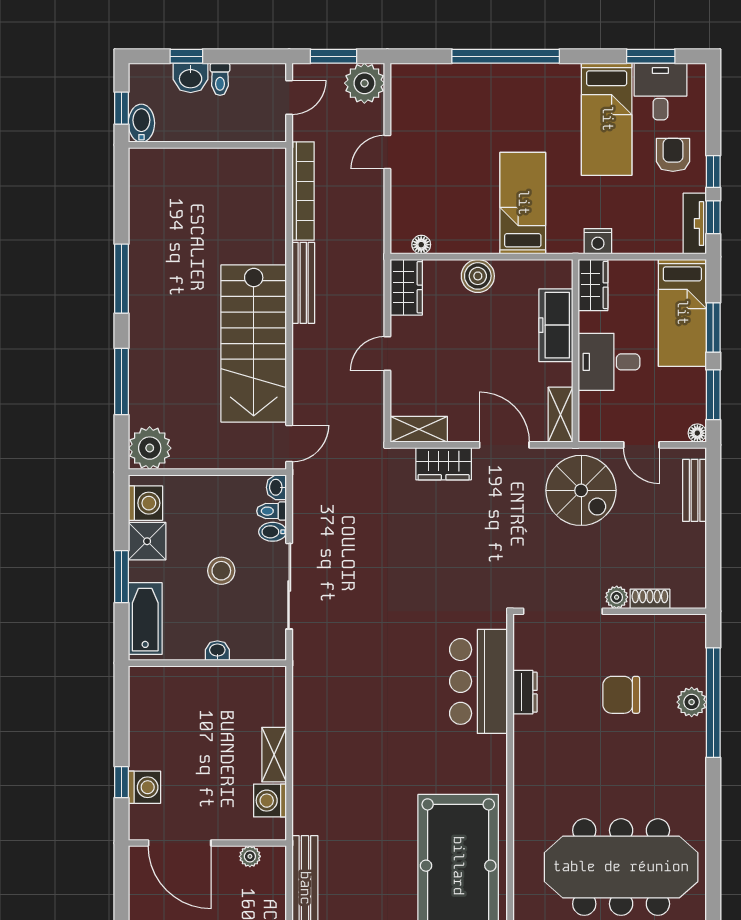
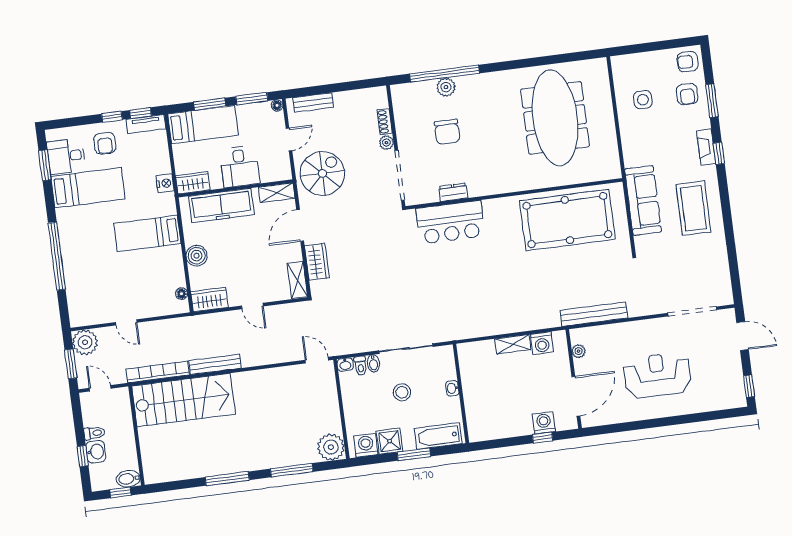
armchair: (673, 155) -> (105, 143), turned -90
freezer: (556, 325) -> (221, 206), width x1.36, depth x1.26
stairs: (254, 344) -> (184, 400), moved

